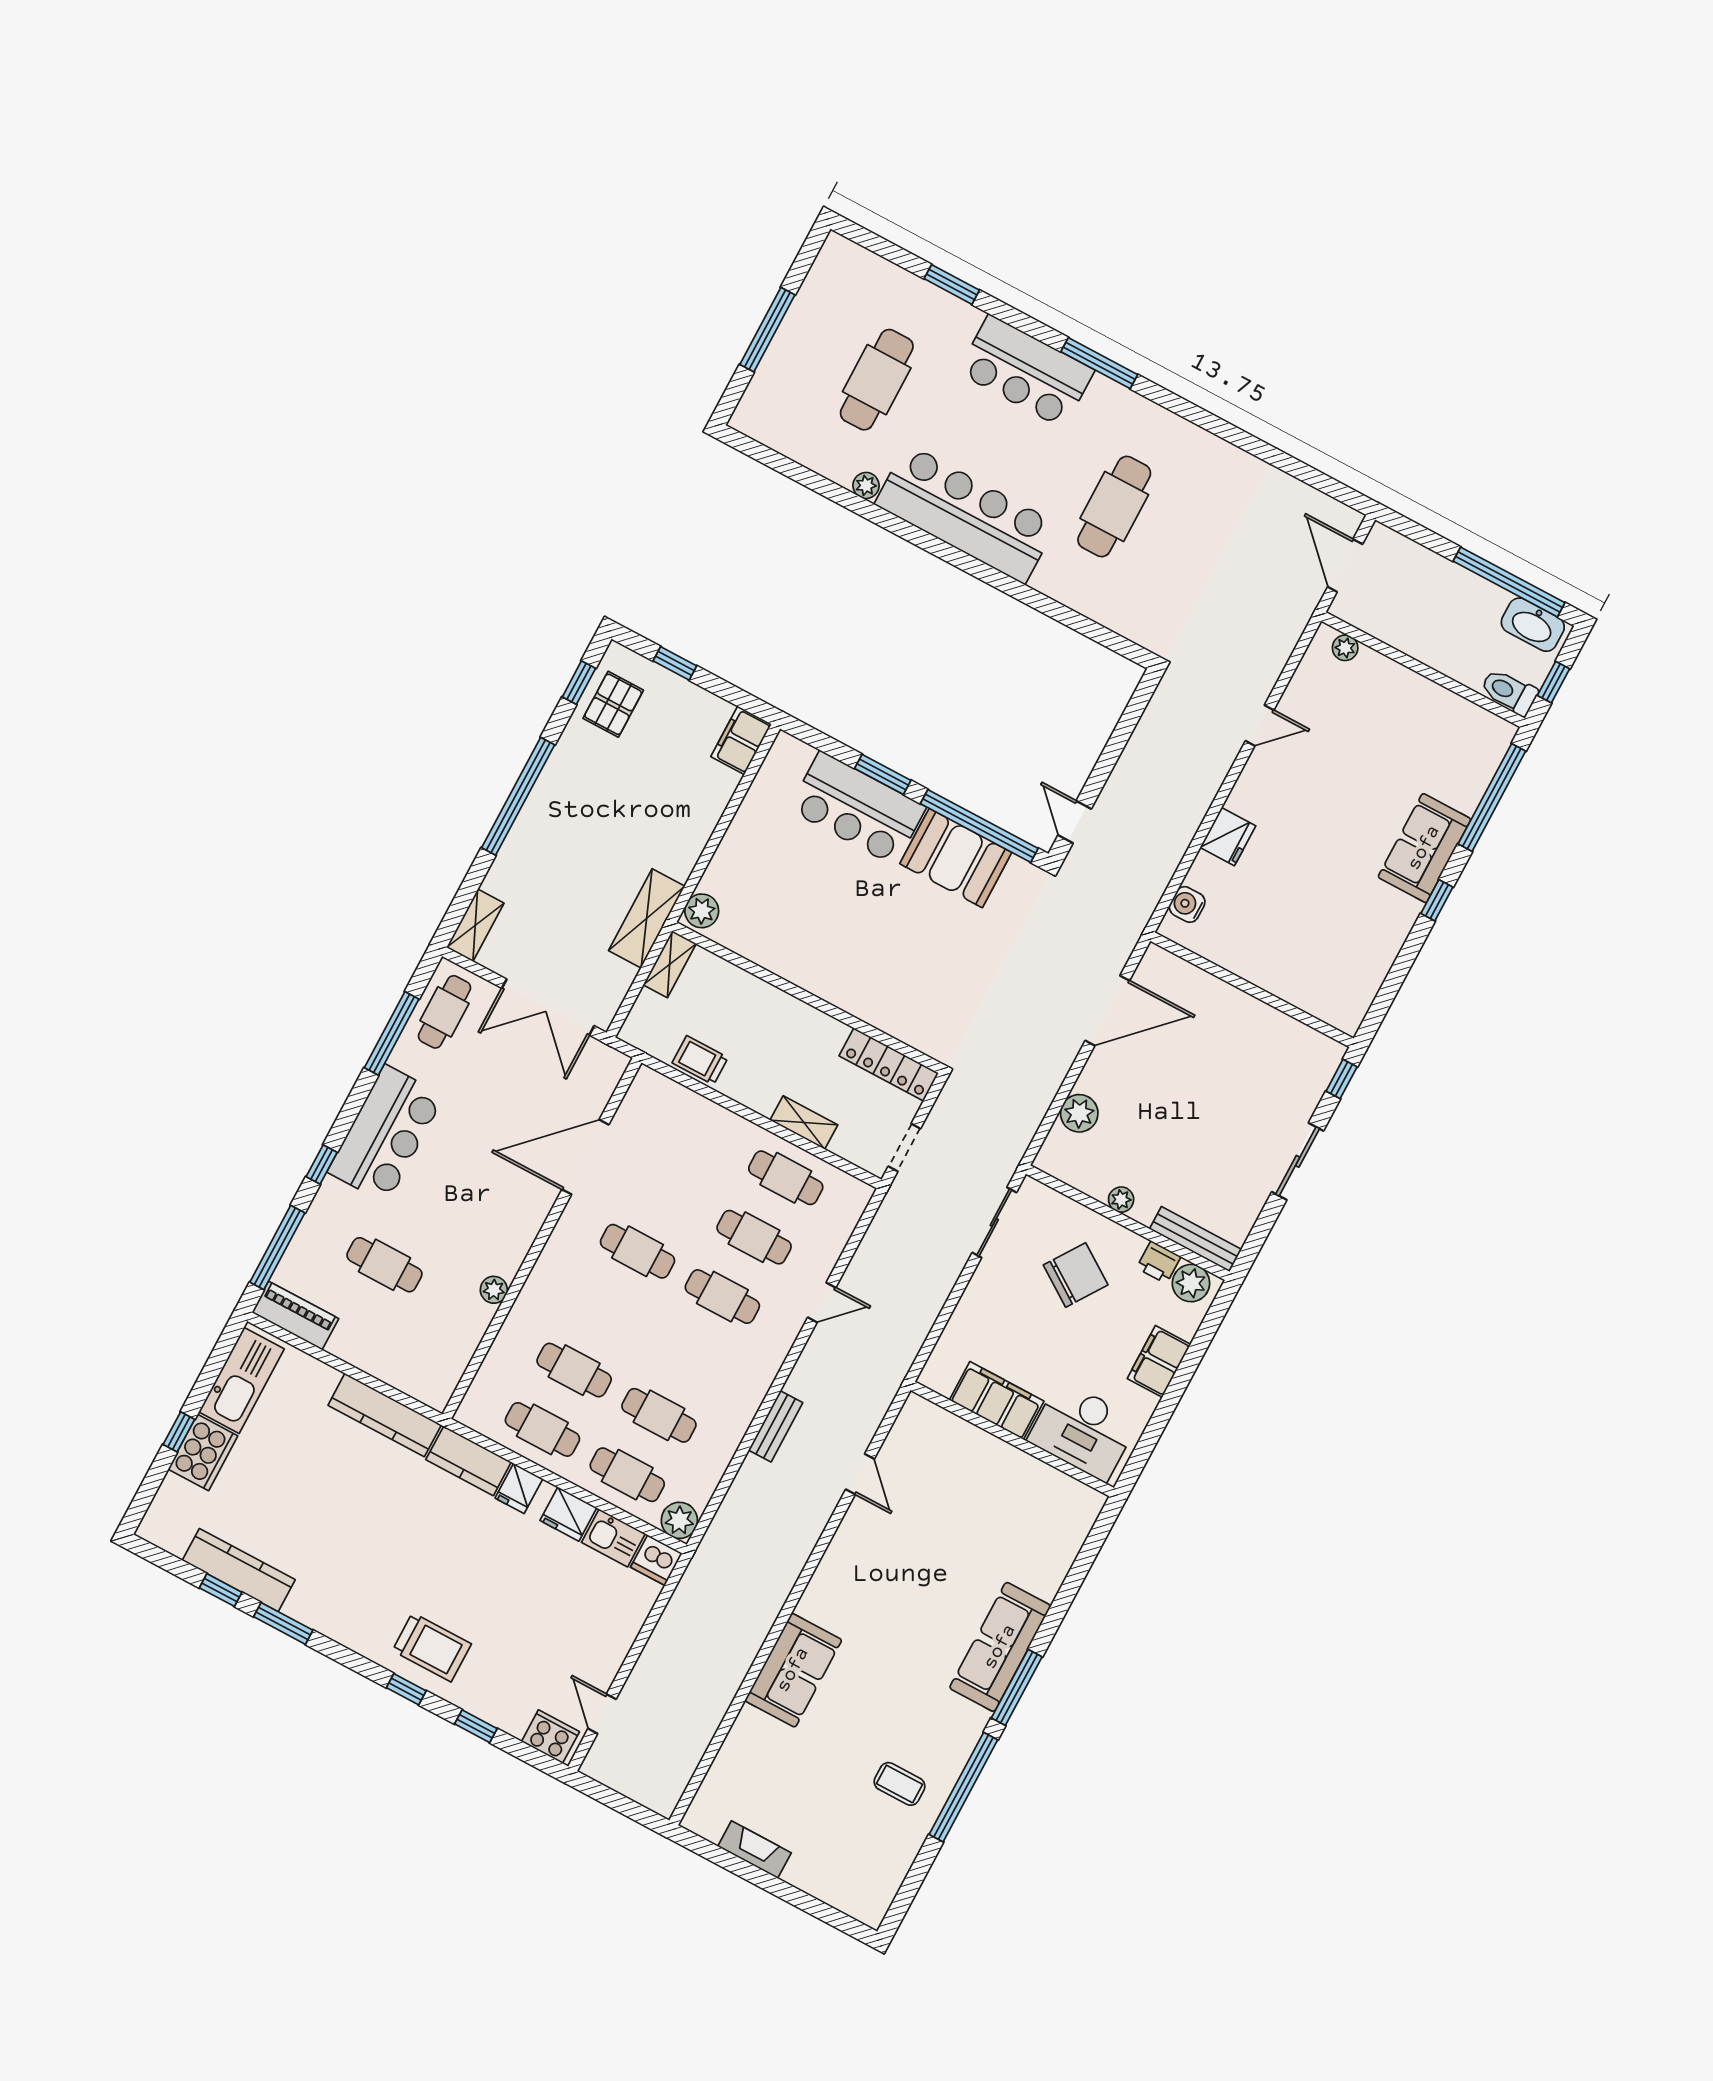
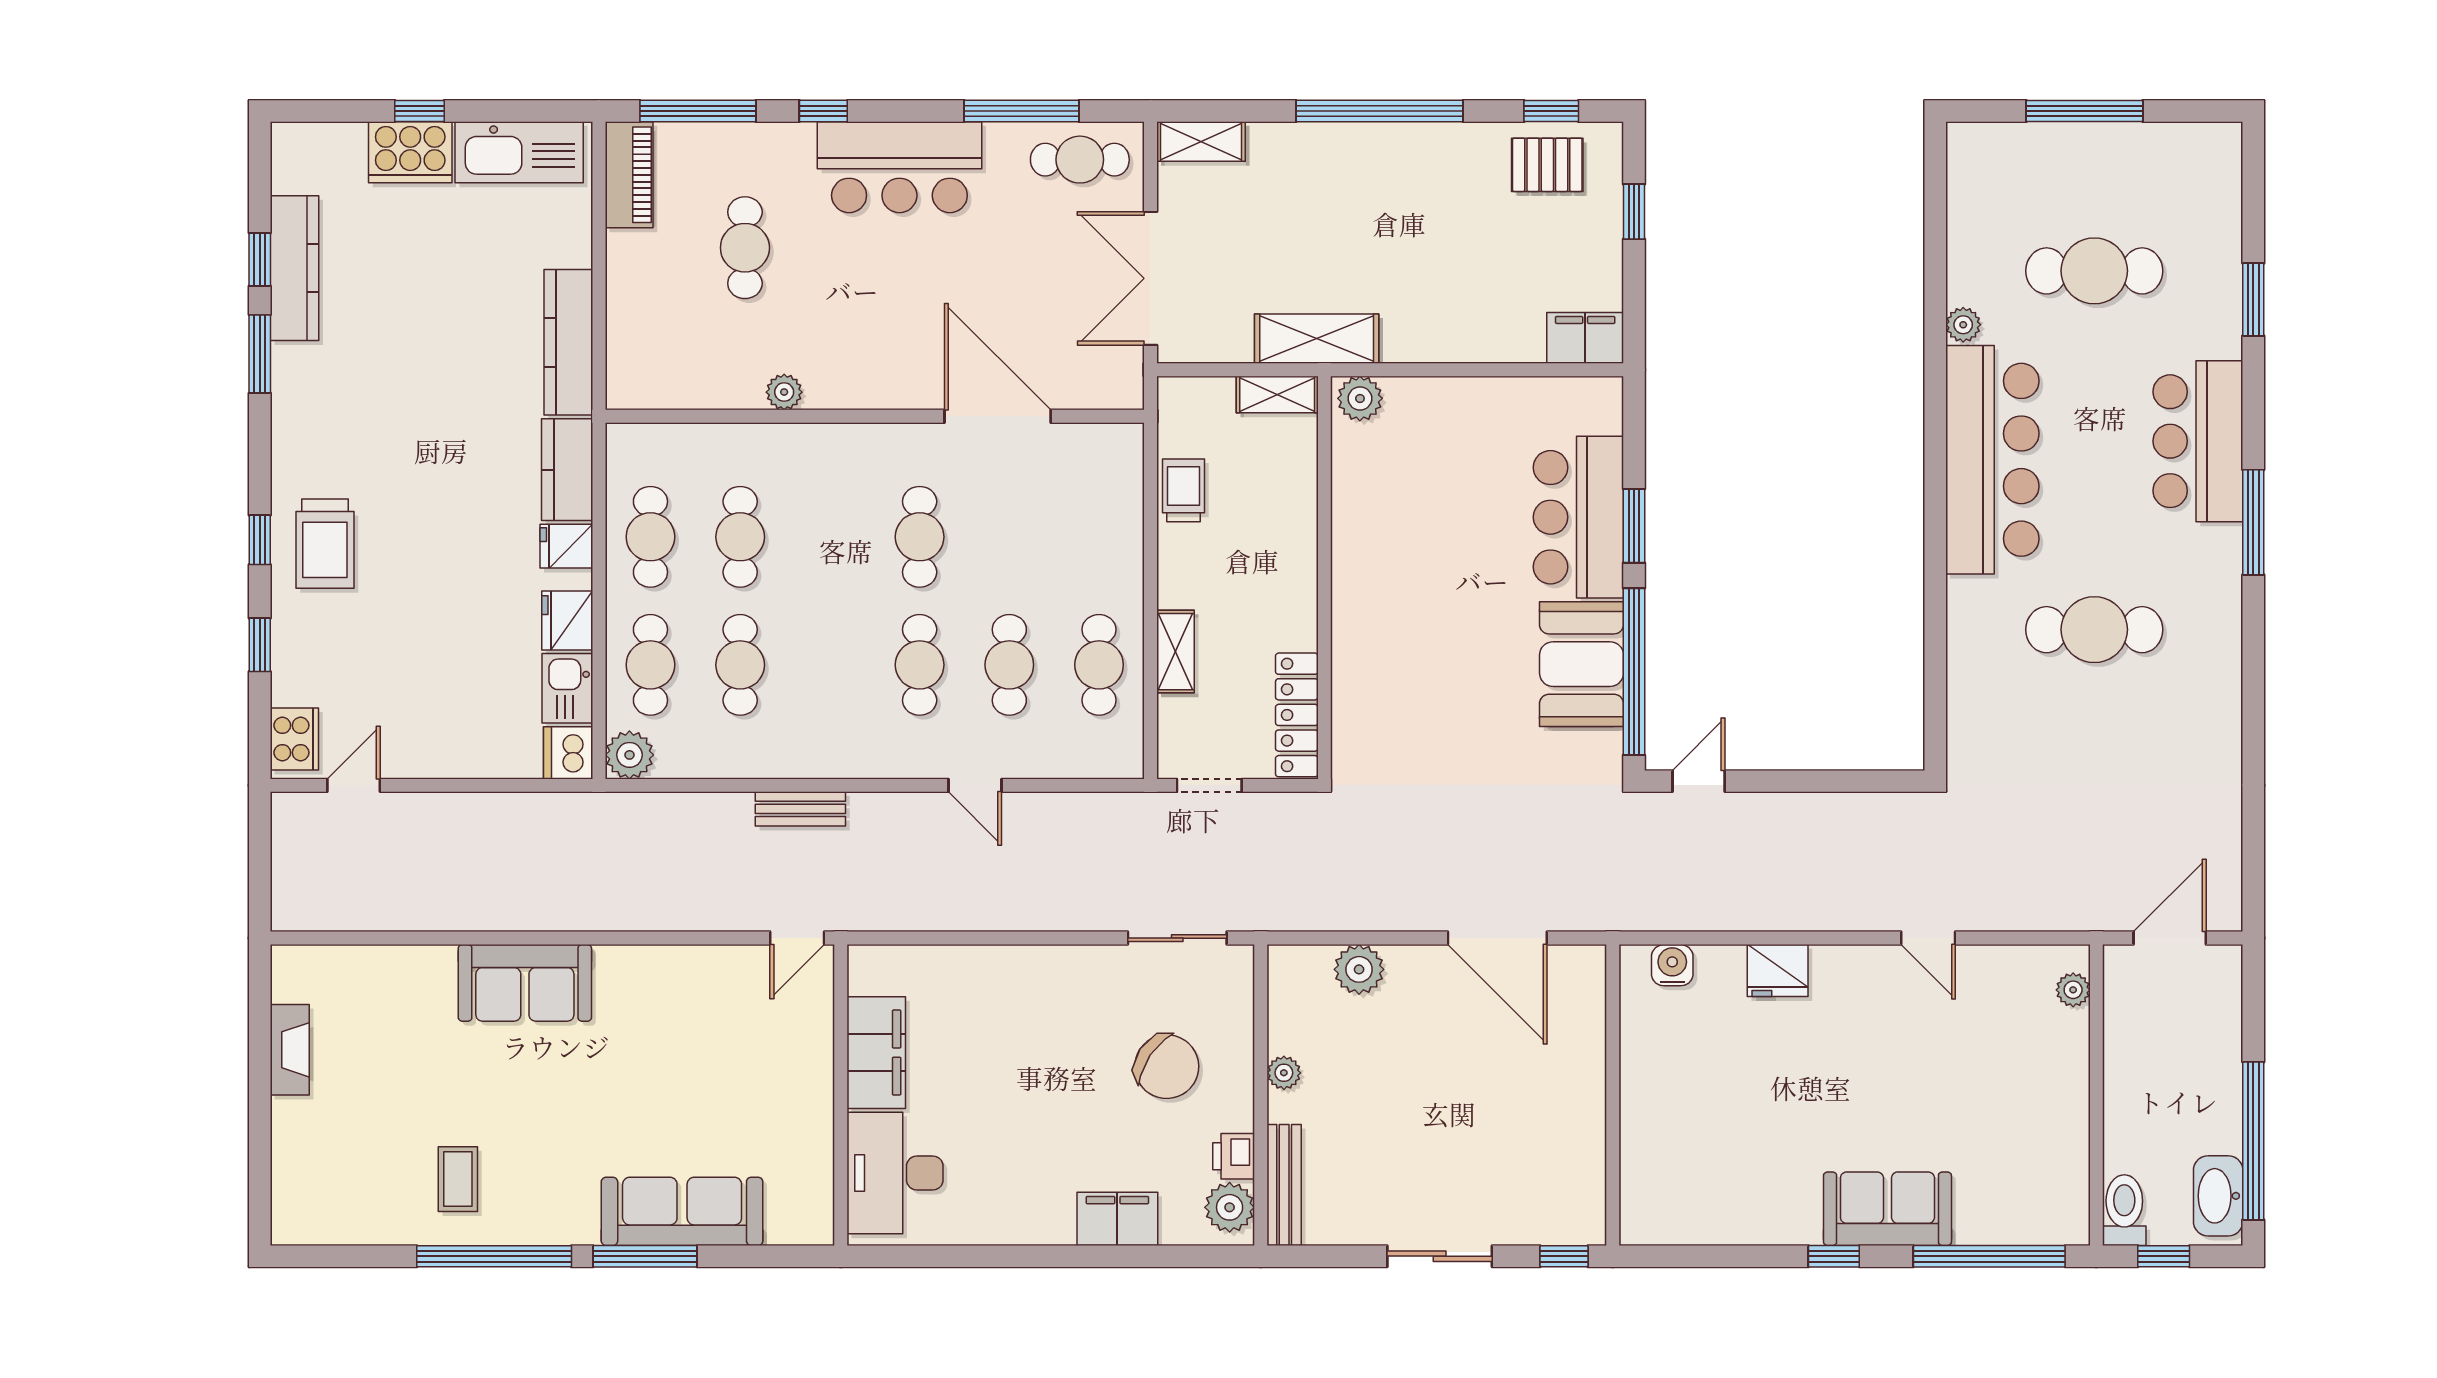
filing cabinet: (997, 1400) -> (876, 1053), moved
desk: (1083, 1431) -> (895, 1173), moved
wall: (1012, 1439) -> (841, 1095), moved

